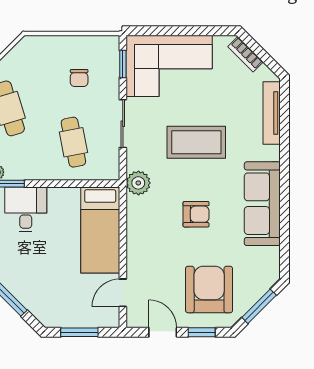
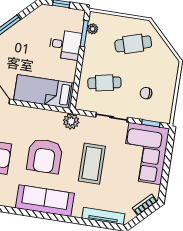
armchair: (196, 214) -> (45, 156), width x1.88, depth x1.88

